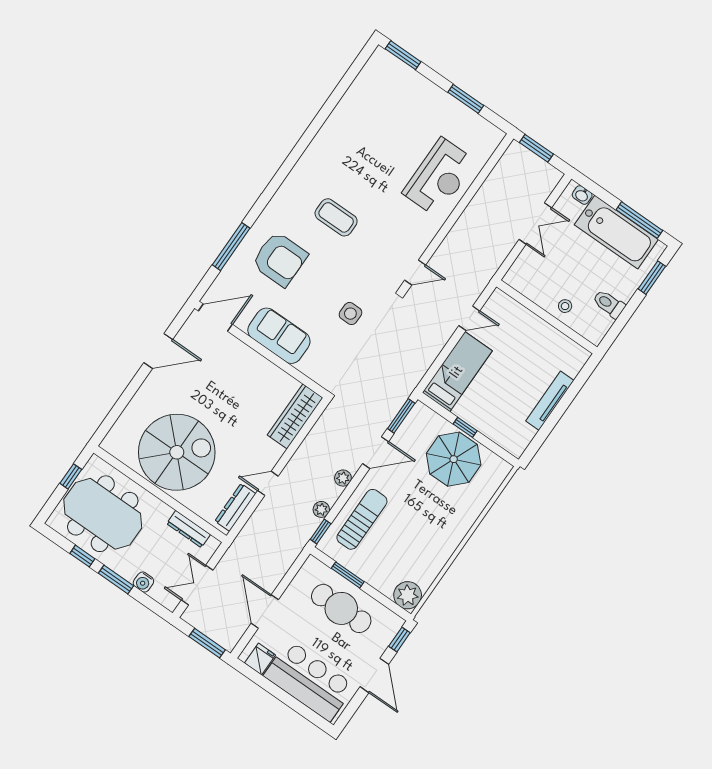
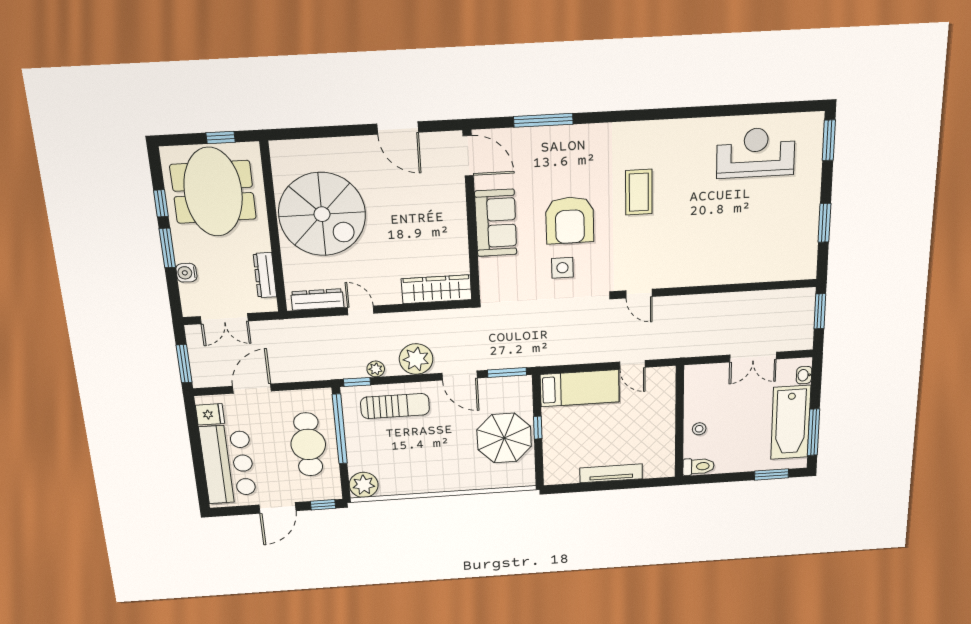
reception desk: (439, 177) -> (756, 153), moved, turned 180
armchair: (280, 259) -> (570, 220), moved
toilet: (609, 304) -> (698, 466), moved, turned 90
plant: (343, 478) -> (416, 359), width x1.88, depth x1.88
window: (348, 575) -> (340, 429), width x2.11
double door: (197, 585) -> (224, 319), swing flipped

